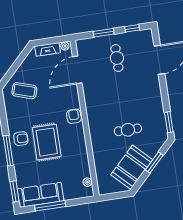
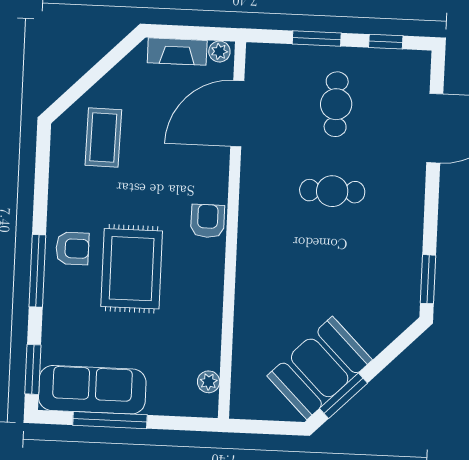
coffee table: (24, 91) -> (103, 137), turned 73
cafe table: (128, 130) -> (332, 191), moved
window: (154, 162) -> (343, 396), moved

